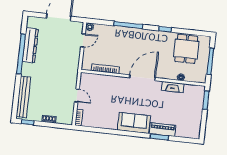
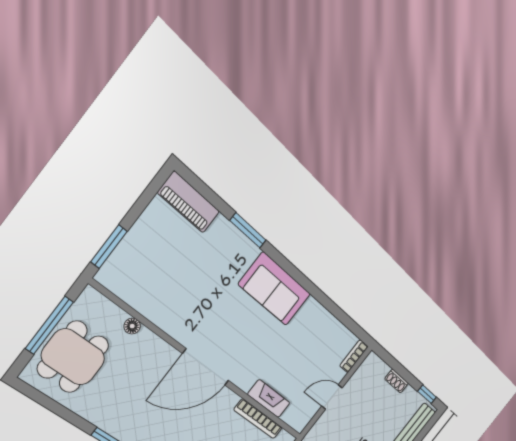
dining table: (186, 49) -> (73, 357), moved
fireplace: (173, 87) -> (269, 399), moved
door: (77, 95) -> (332, 397), hinge flipped
piano: (162, 130) -> (189, 202), moved

